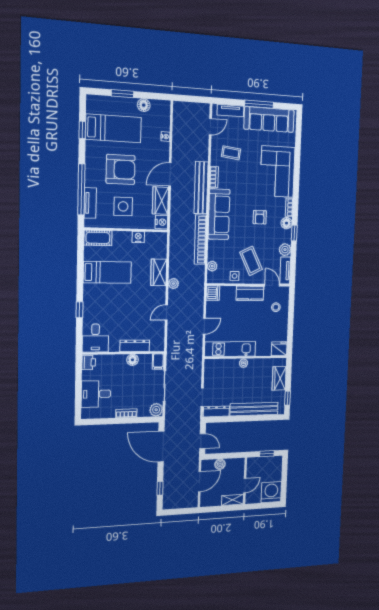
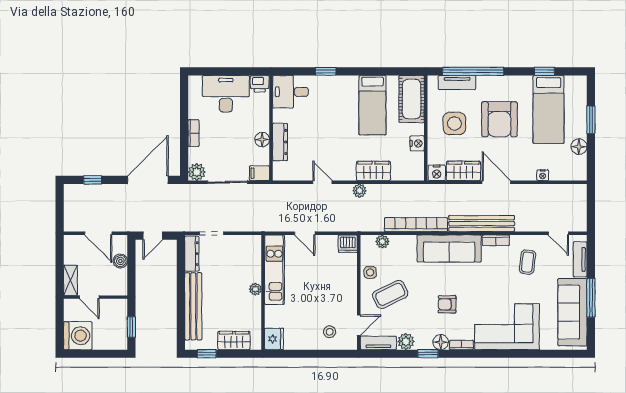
cot: (98, 238) -> (412, 99), width x1.37, depth x1.34
kitchen counter: (250, 293) -> (348, 295), removed
desk: (96, 394) -> (226, 94), width x1.37

